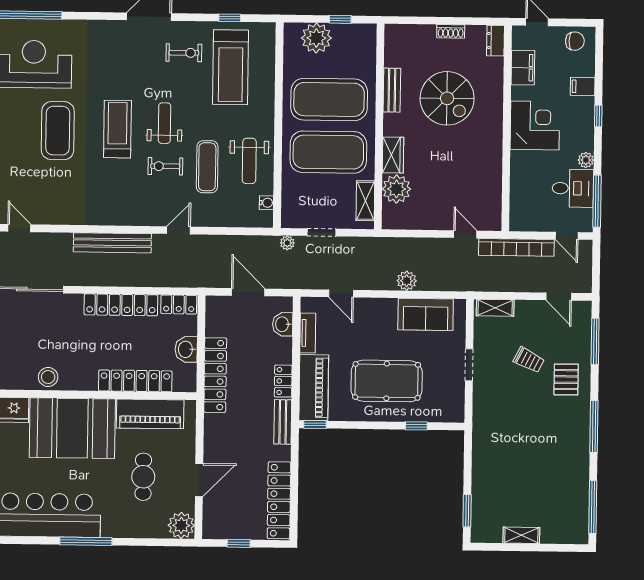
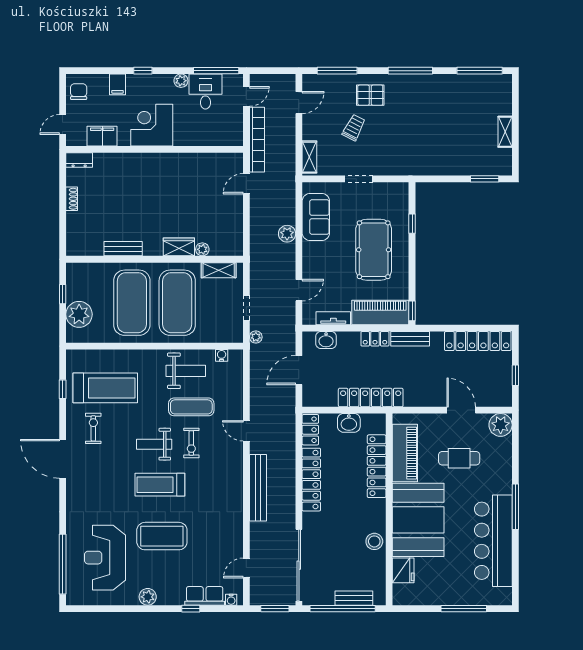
spiral stairs: (447, 98) -> (129, 201), removed
plant: (396, 189) -> (202, 249), width x0.53, depth x0.53

